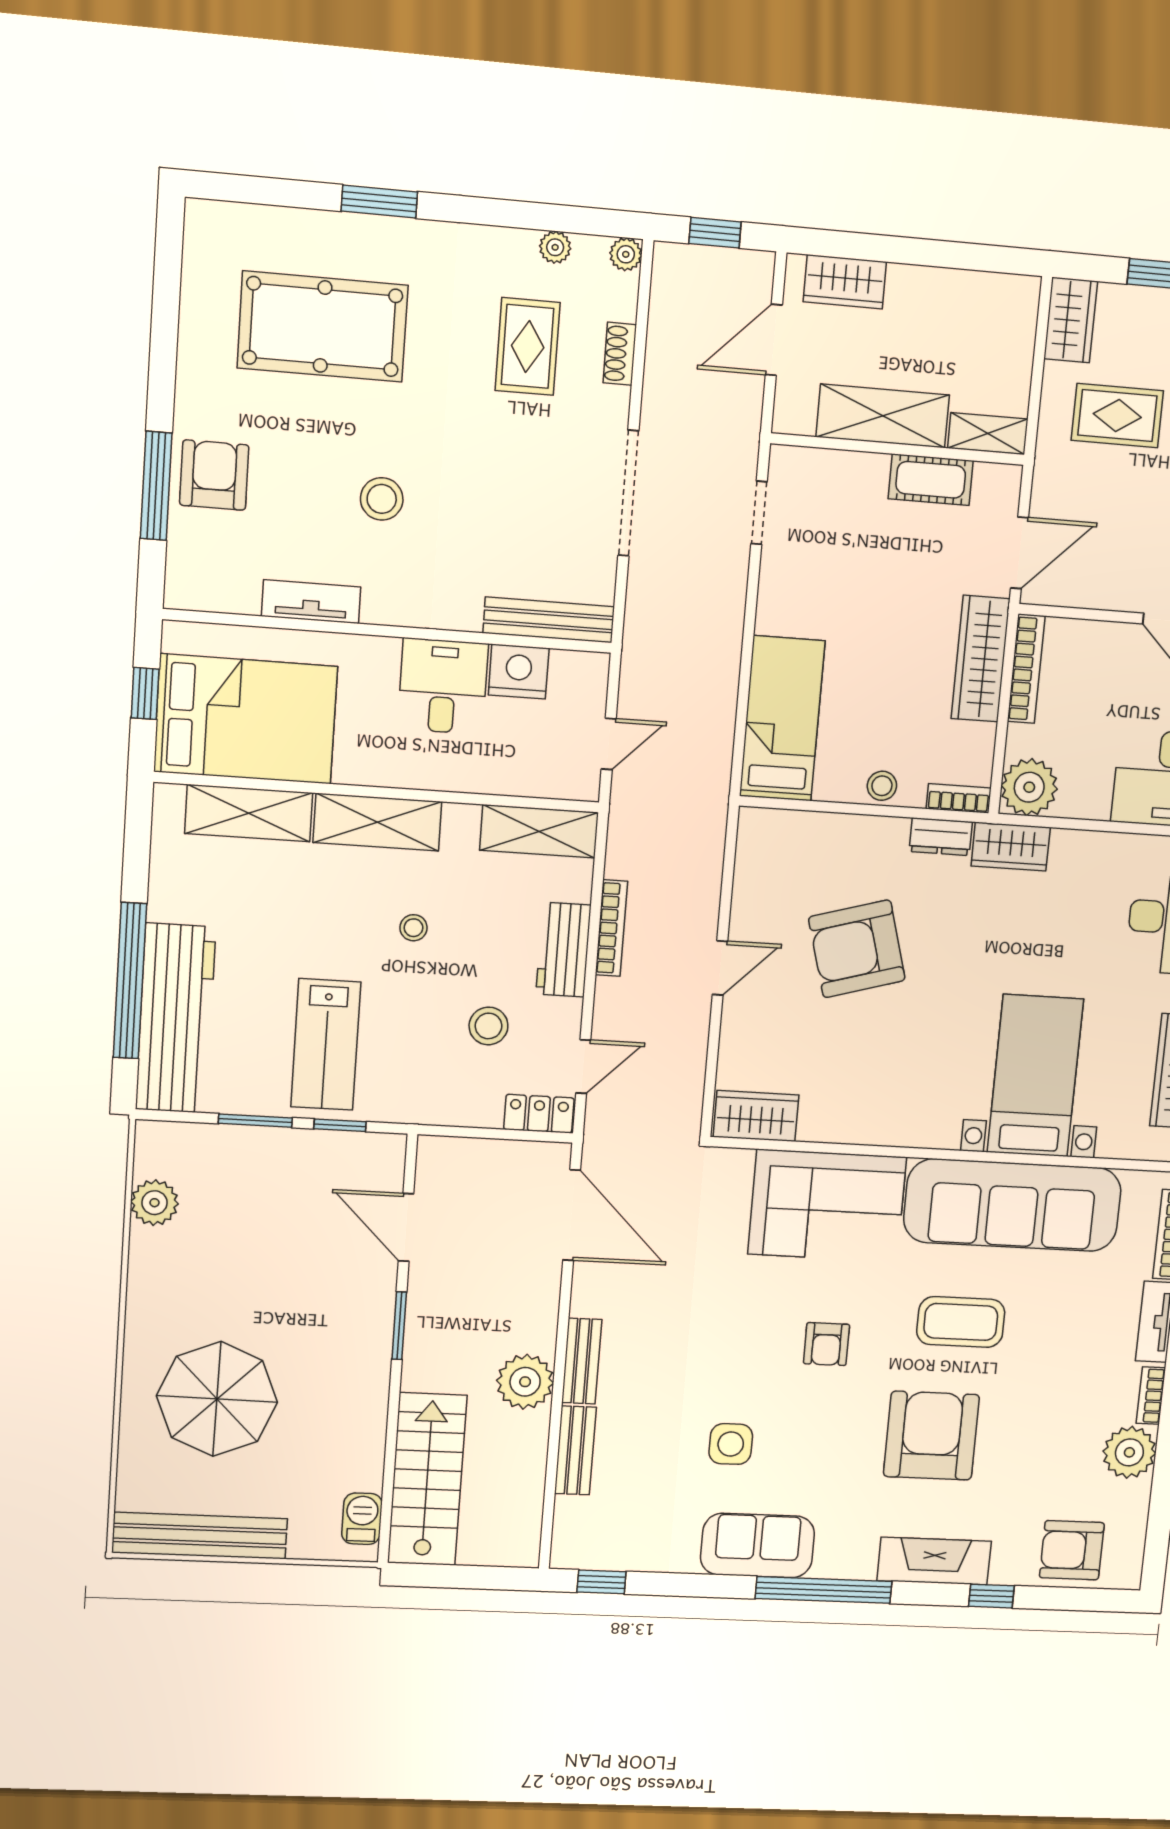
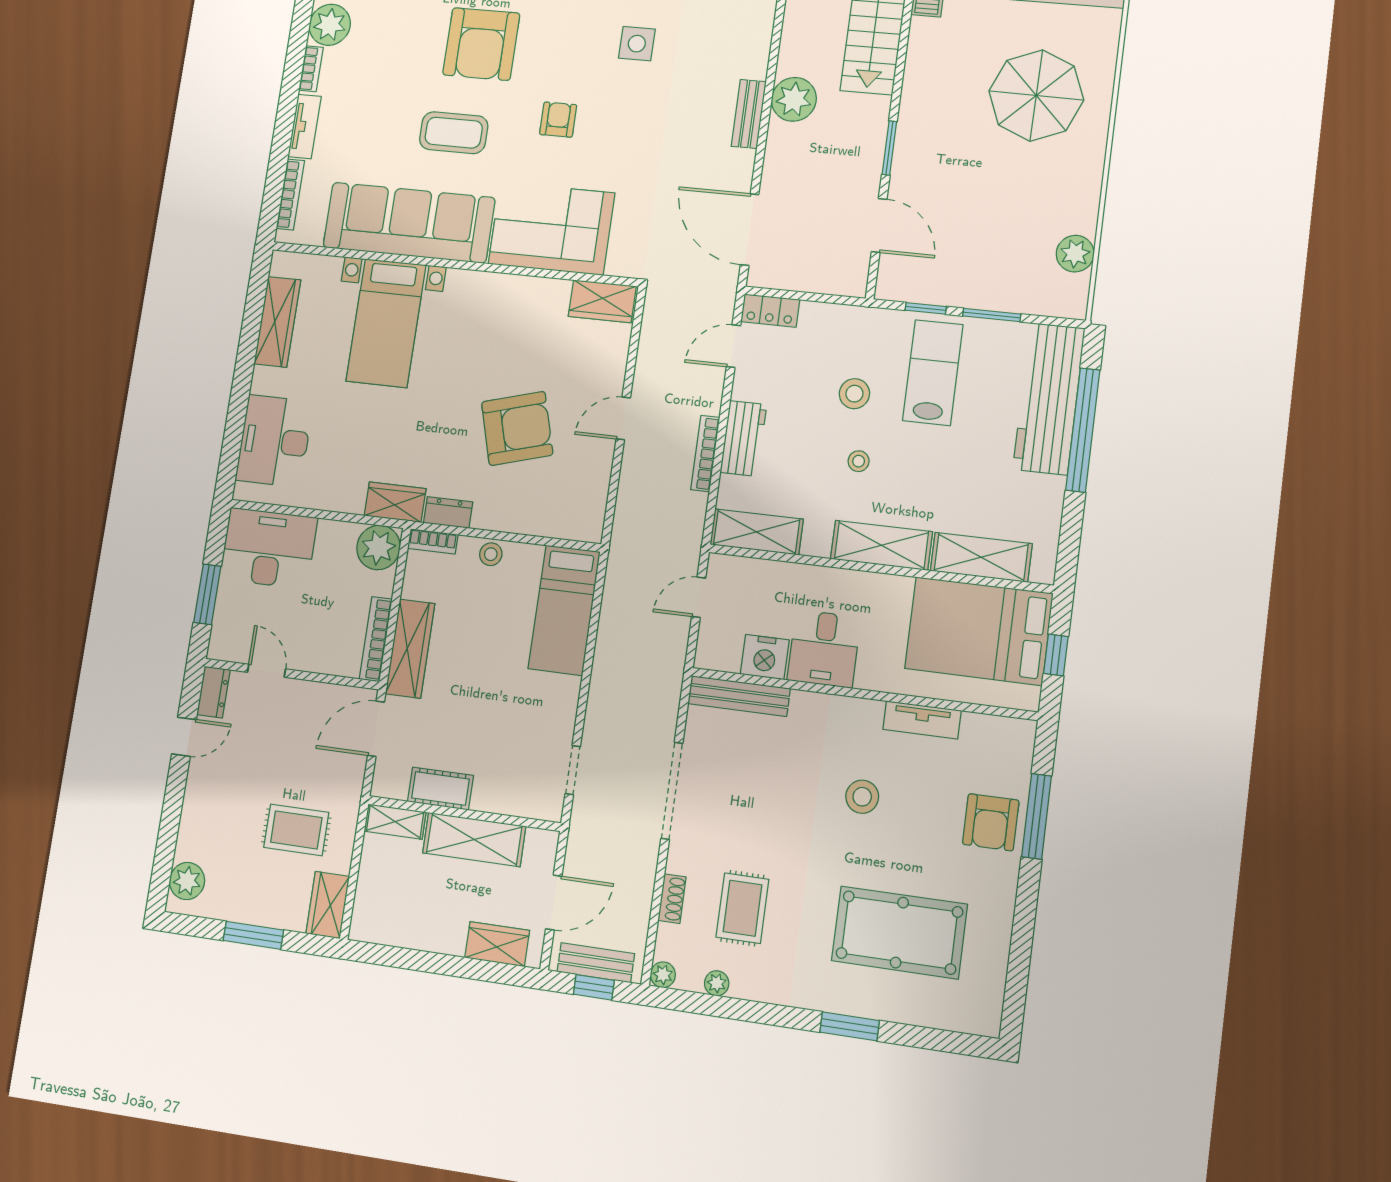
stool: (488, 1026) -> (854, 394), moved
bench: (575, 1450) -> (596, 963), moved, turned 90

